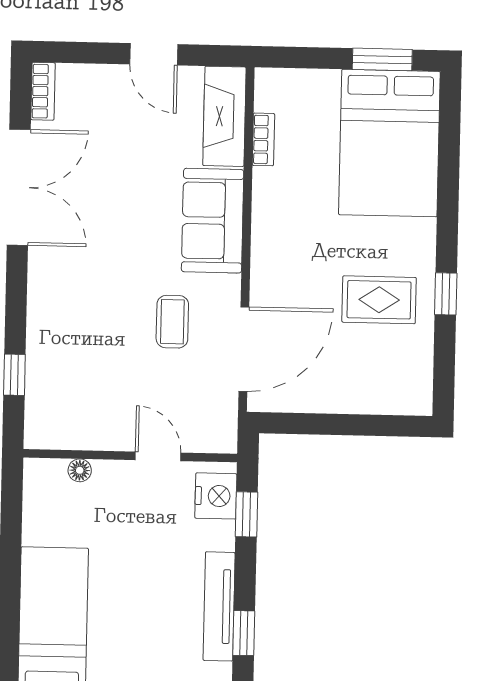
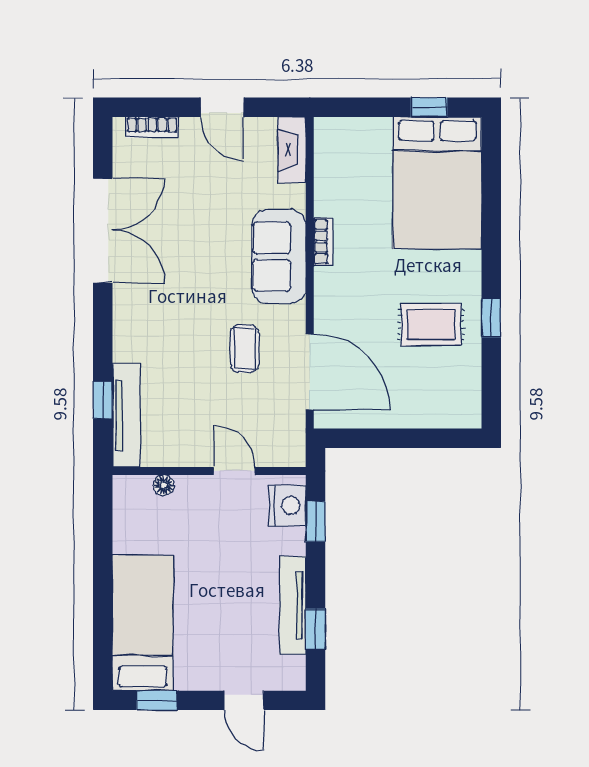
window: (382, 59) -> (429, 107), width x0.67
bookcase: (43, 91) -> (152, 127), moved, turned 90
fireplace: (224, 116) -> (292, 150), width x0.73, depth x0.76
bookcase: (263, 139) -> (323, 242), moved
door: (244, 349) -> (310, 372), hinge flipped
tv unit: (40, 392) -> (126, 415), added

